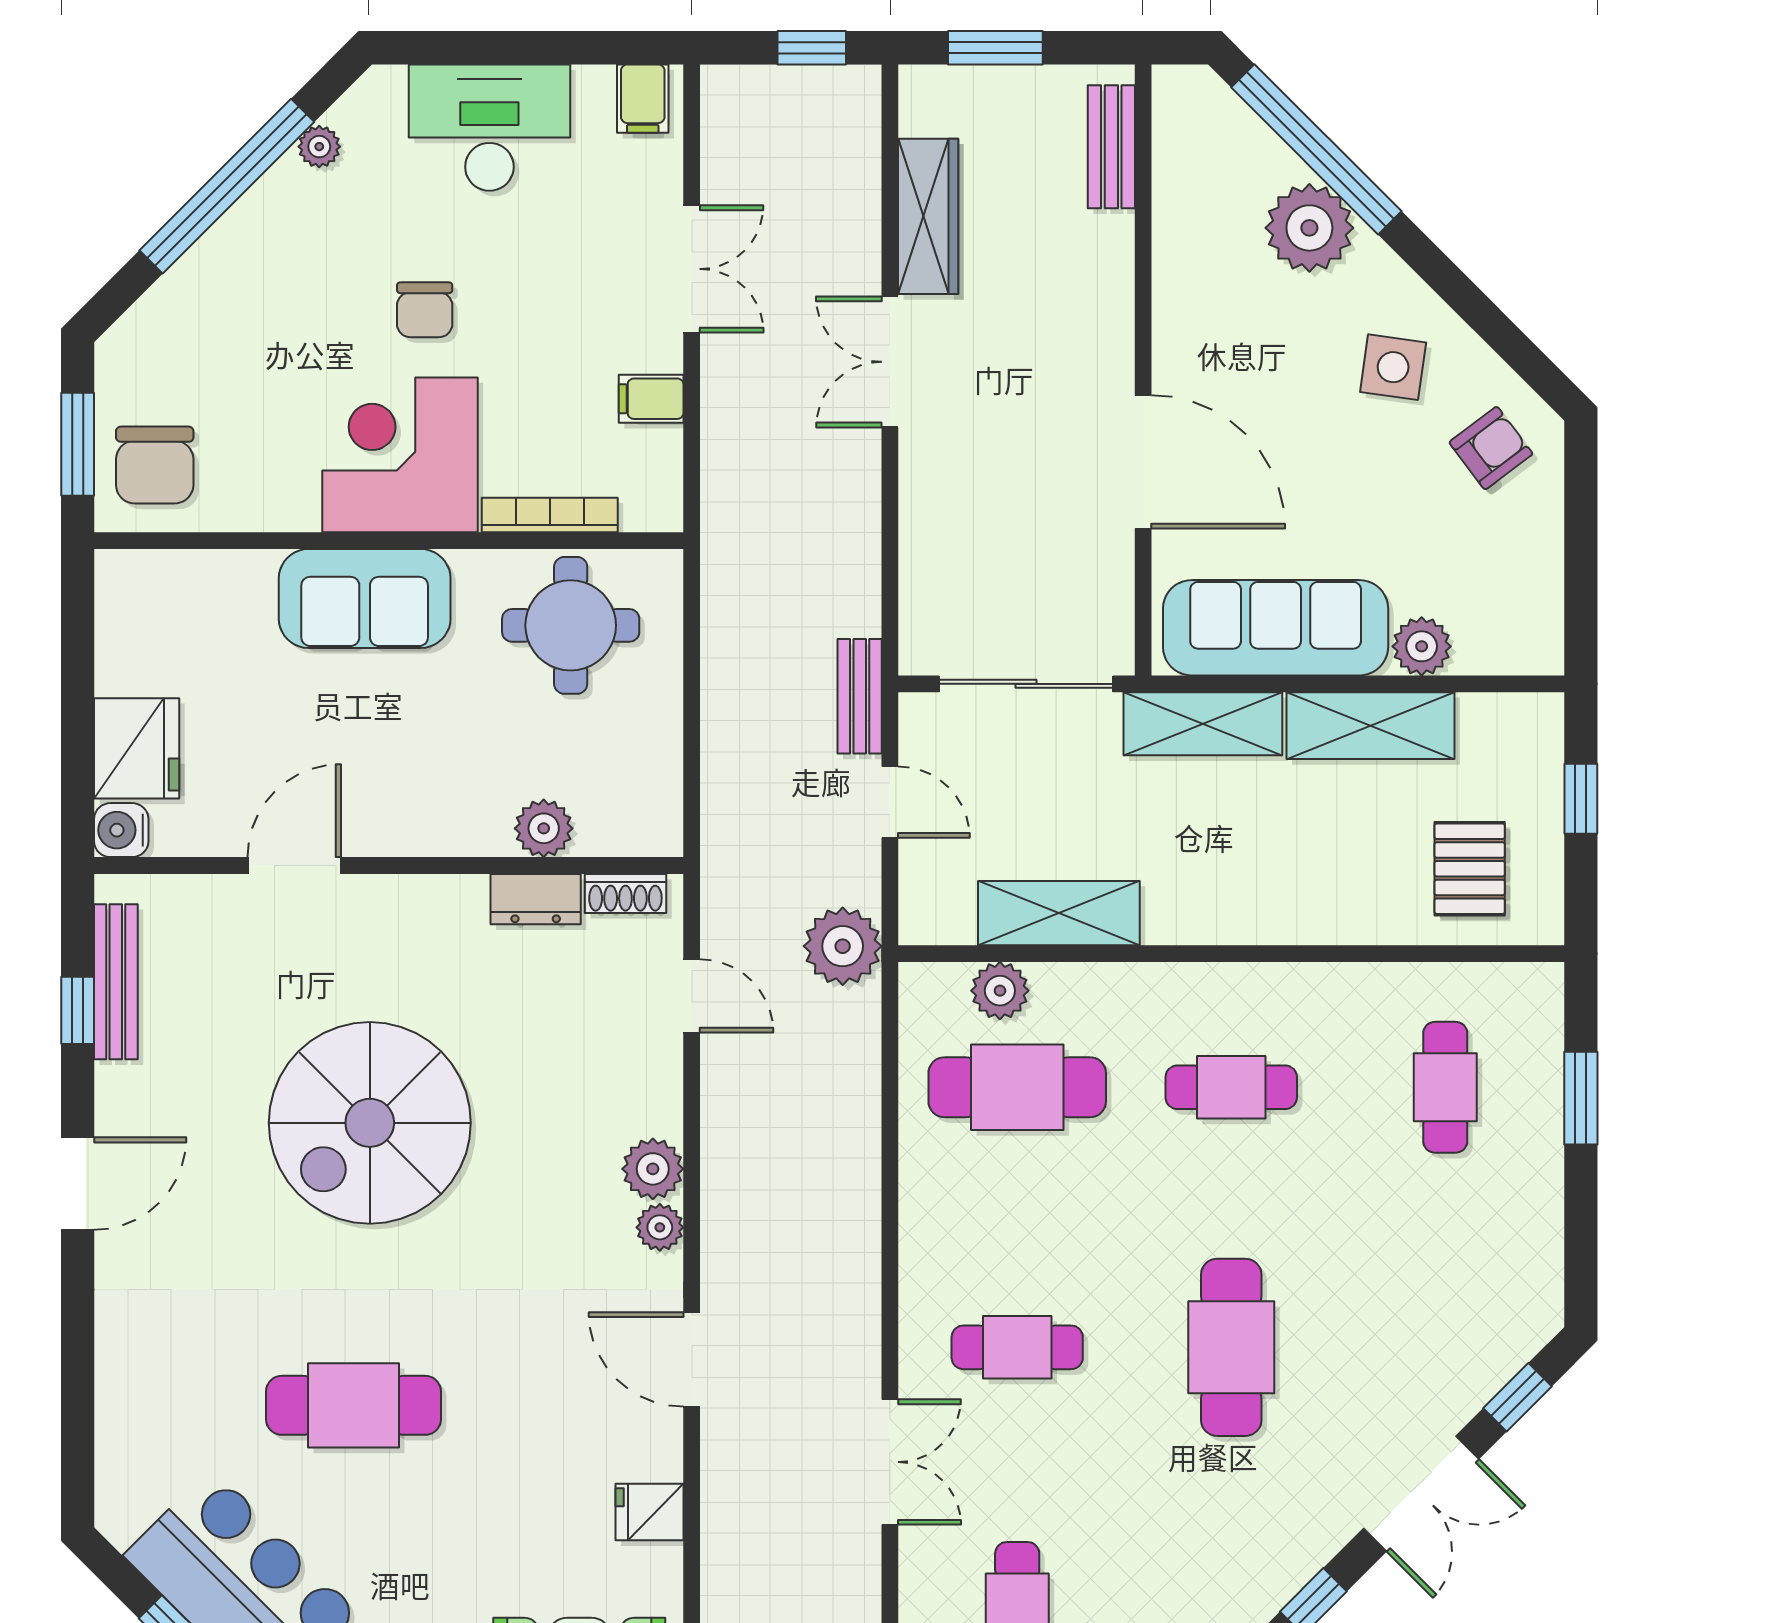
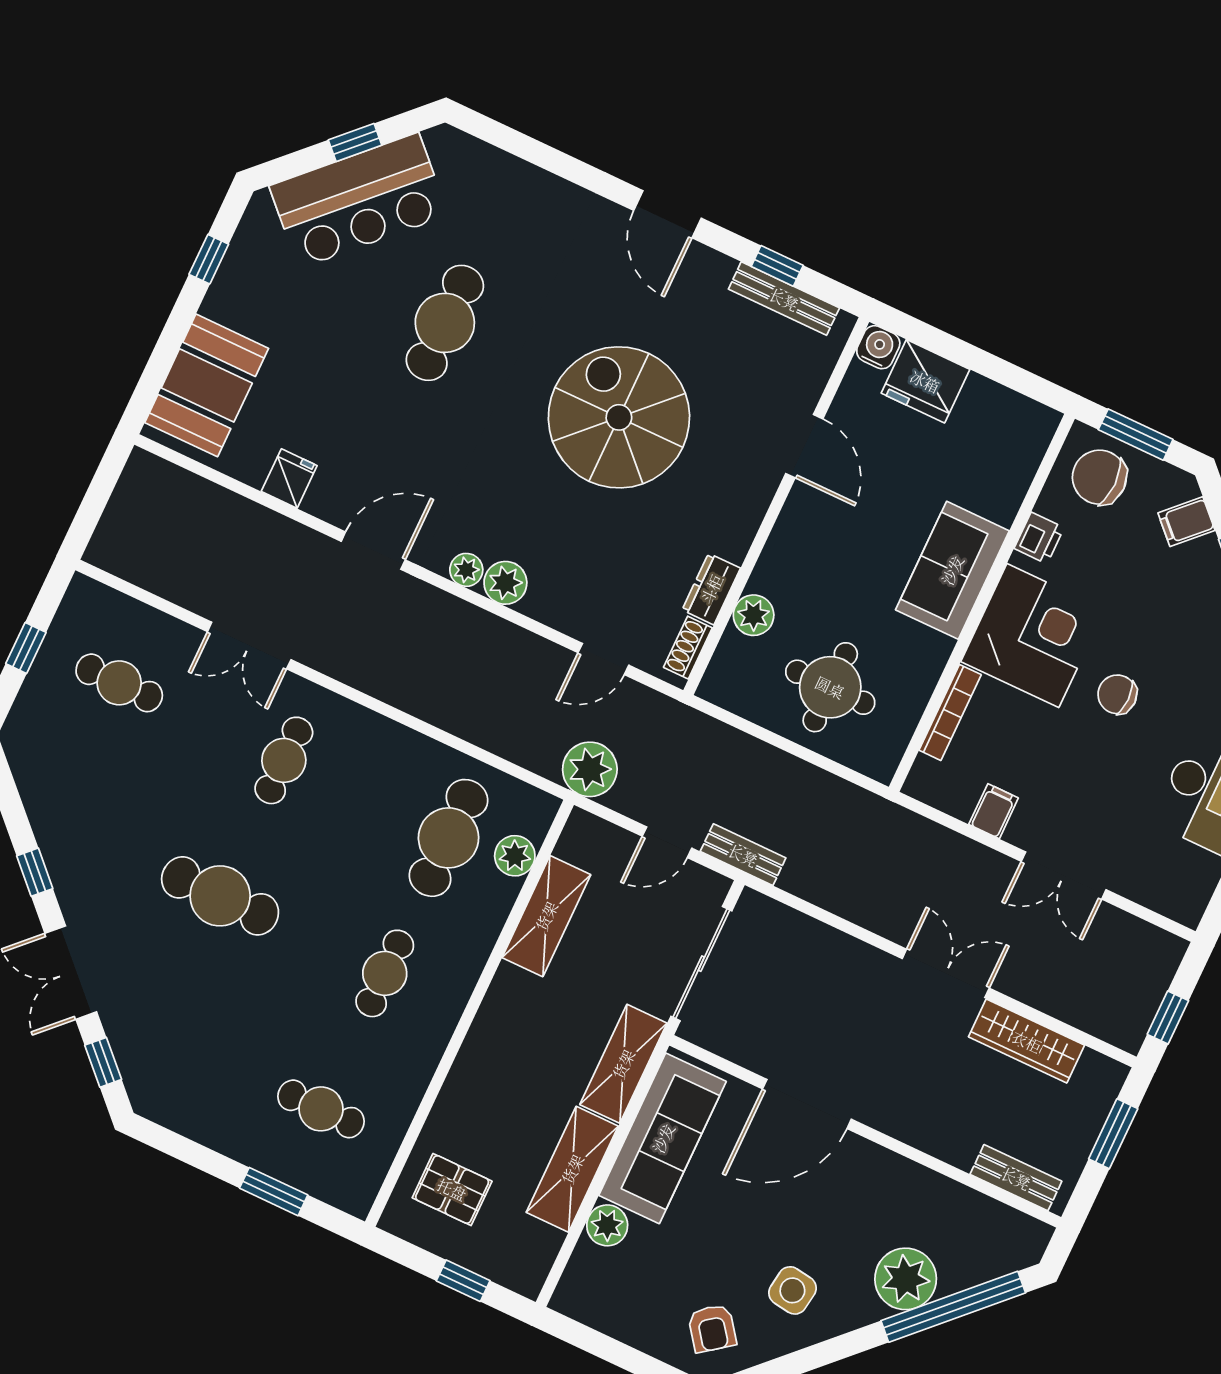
filing cabinet: (643, 99) -> (1186, 522), moved, turned -45
printer: (270, 506) -> (1039, 538), added
round table: (571, 625) -> (830, 687), moved

